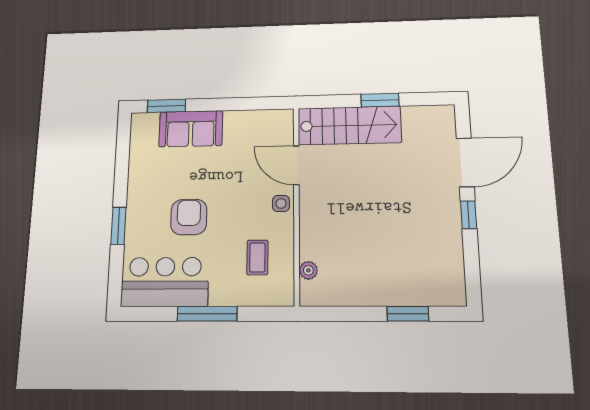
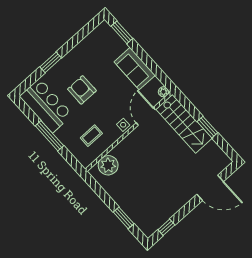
plant: (285, 117) -> (164, 92), added
sofa: (191, 129) -> (135, 69), moved
window: (469, 215) -> (166, 227), moved
armchair: (189, 217) -> (82, 90), turned -90
plant: (308, 270) -> (108, 165), width x1.87, depth x1.87

